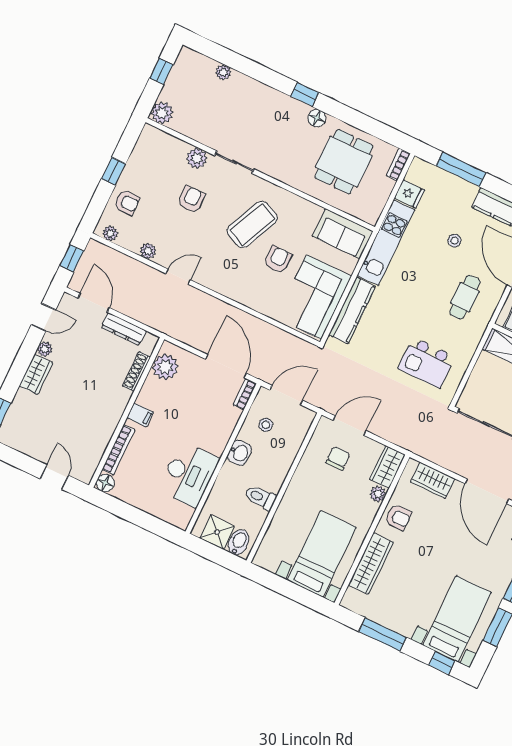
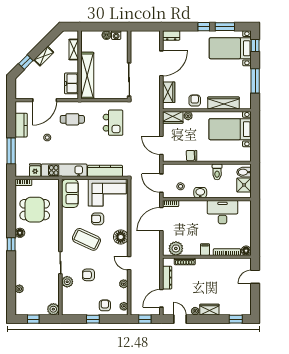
floor lamp: (229, 284) -> (121, 237), added
chair: (338, 458) -> (192, 155), moved

